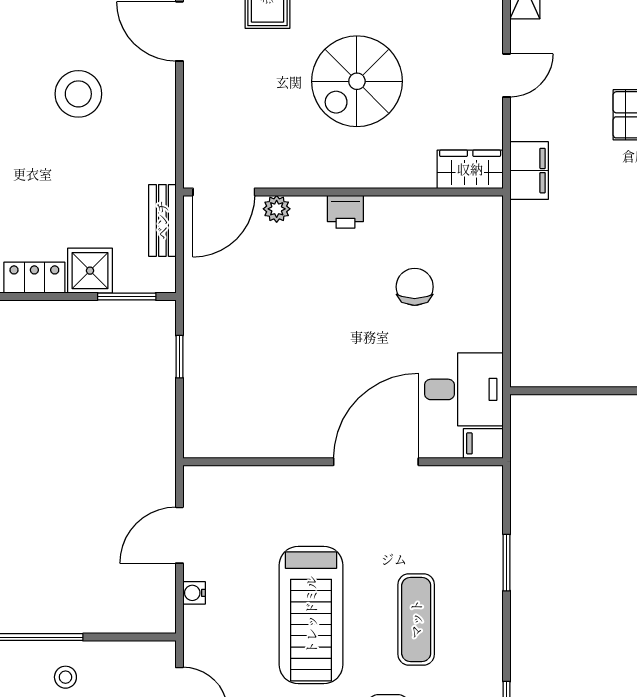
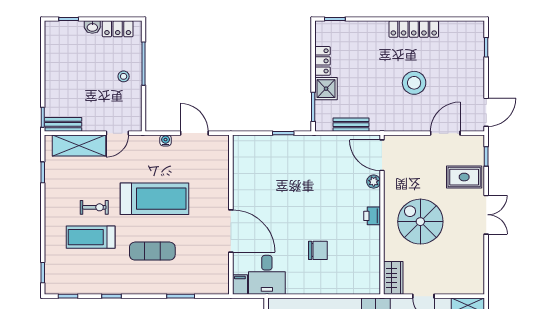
wardrobe: (470, 169) -> (393, 278), moved
door: (224, 192) -> (382, 155), moved
wall: (343, 192) -> (382, 215), moved
plant: (277, 209) -> (374, 182), moved
printer: (345, 212) -> (372, 216), moved
treadmill: (311, 615) -> (155, 199), turned 180

